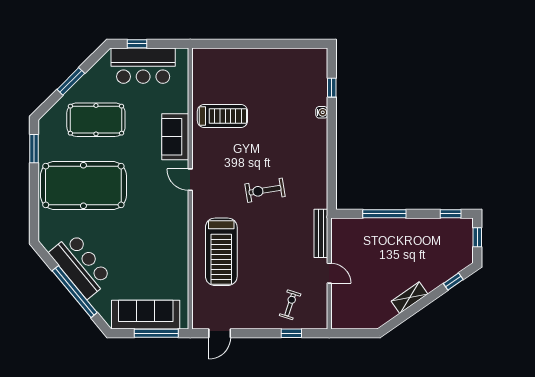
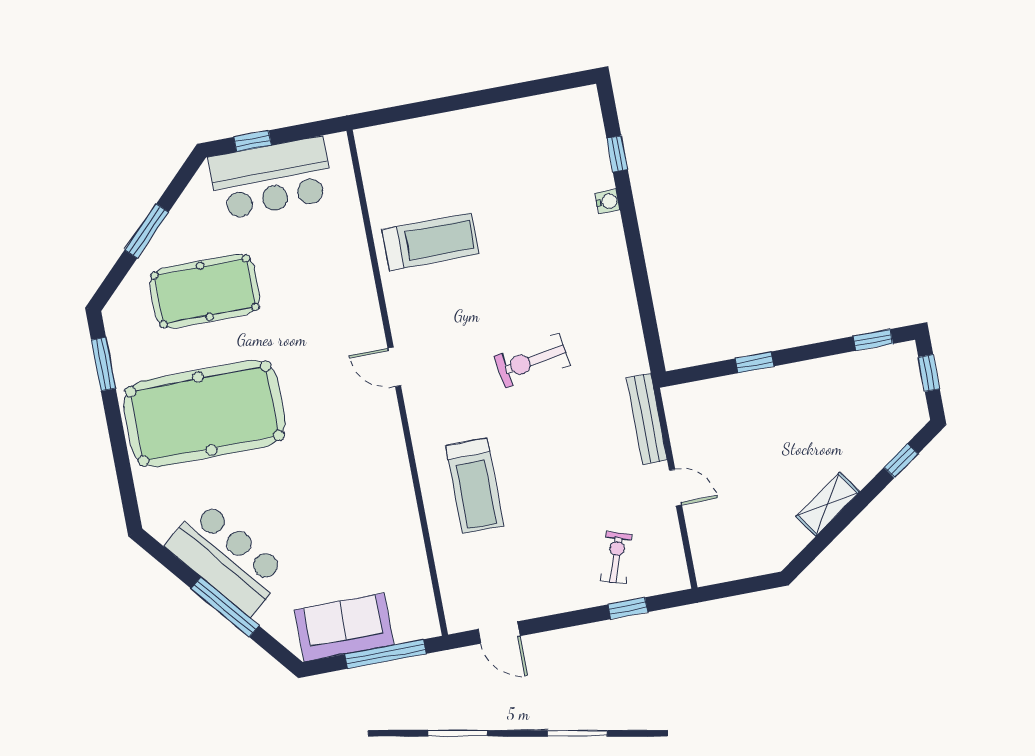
sofa: (175, 137) -> (353, 295), removed
window: (384, 214) -> (754, 362), width x0.46
treadmill: (221, 252) -> (475, 486), width x0.73, depth x0.73
window: (75, 292) -> (225, 607), width x0.68
sofa: (146, 315) -> (344, 627), width x0.73
door: (220, 333) -> (499, 633), hinge flipped

